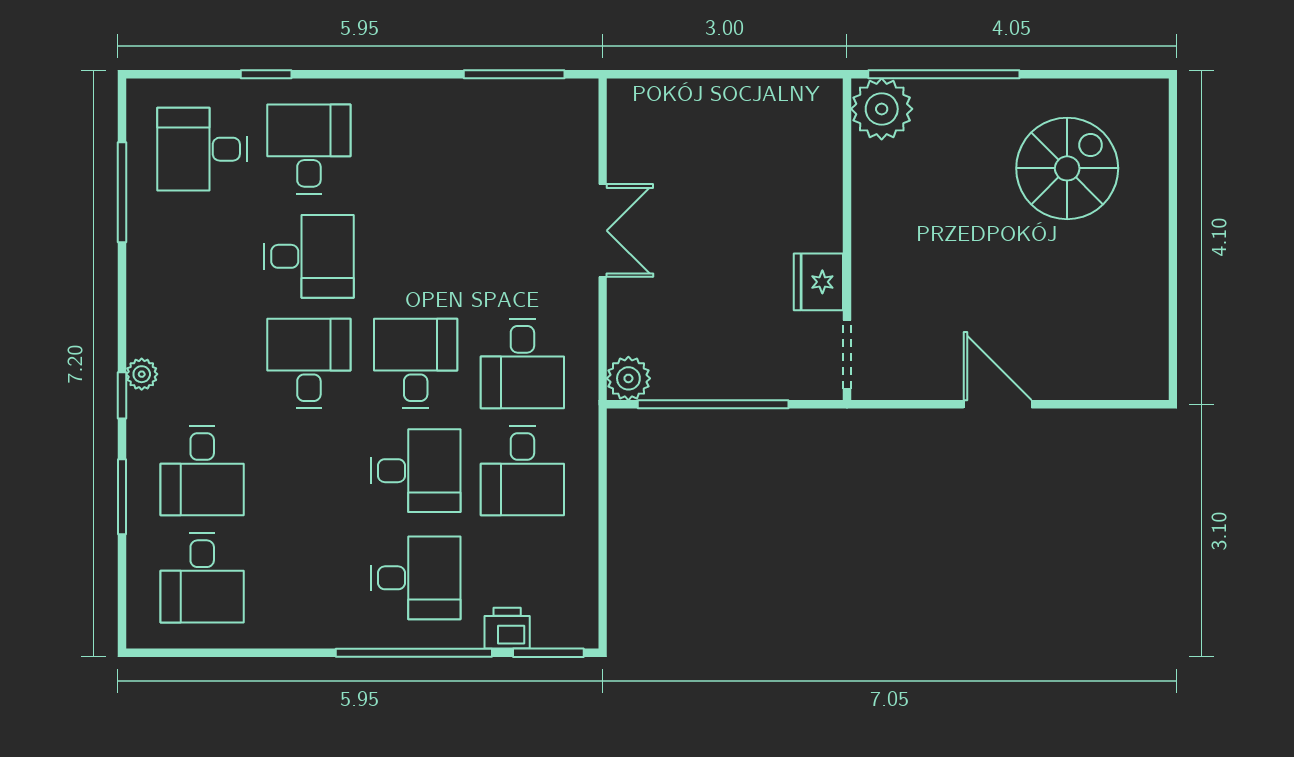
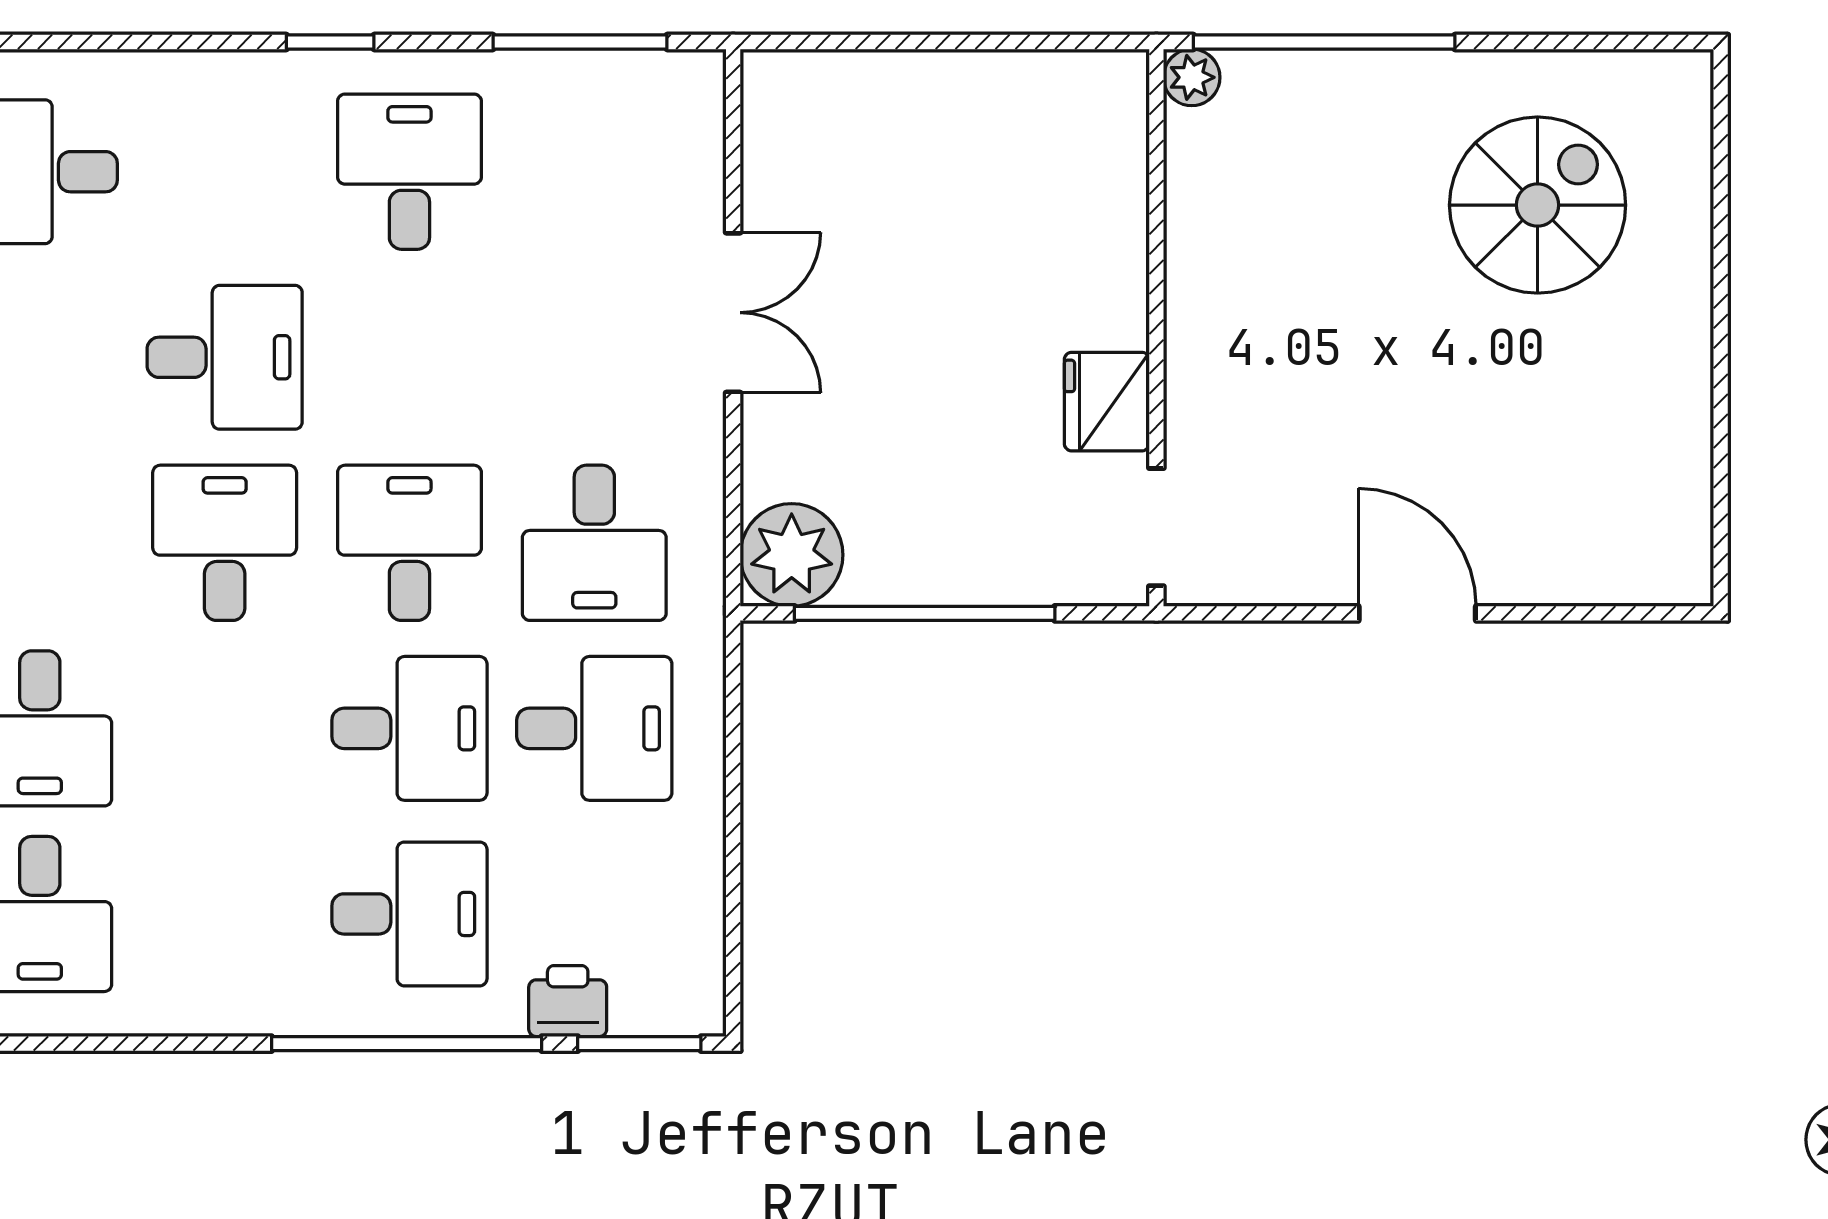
window: (266, 74) -> (330, 42), moved
plant: (882, 109) -> (1192, 77), width x0.53, depth x0.53
desk: (309, 149) -> (409, 172), moved
plant: (628, 378) -> (792, 555), width x1.36, depth x1.36
desk: (522, 471) -> (594, 728), turned -90

